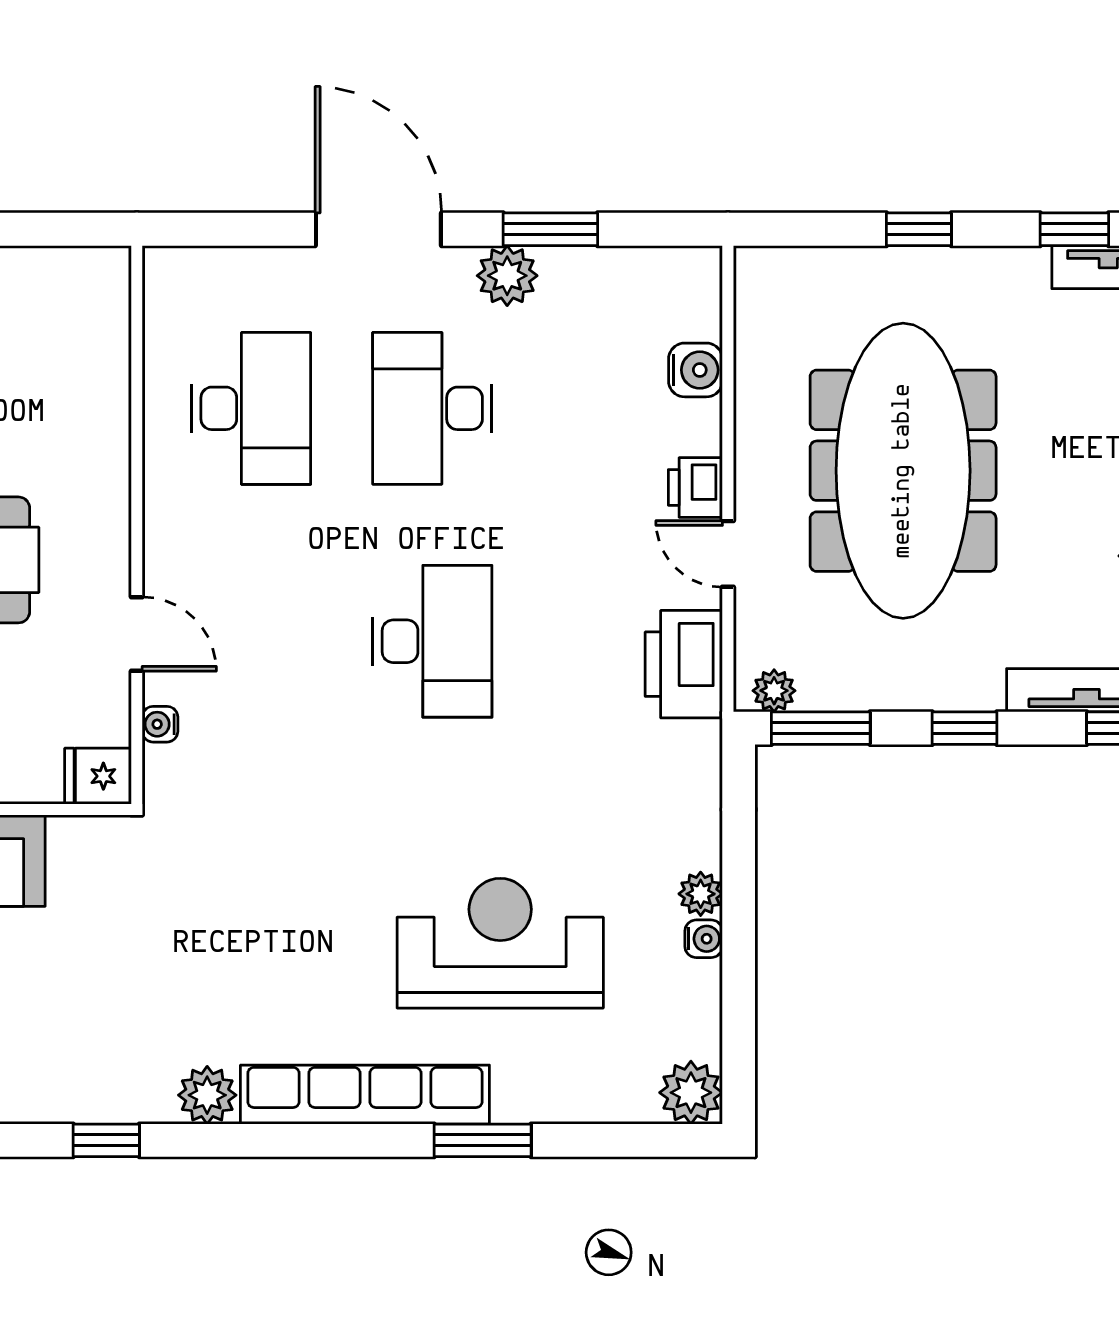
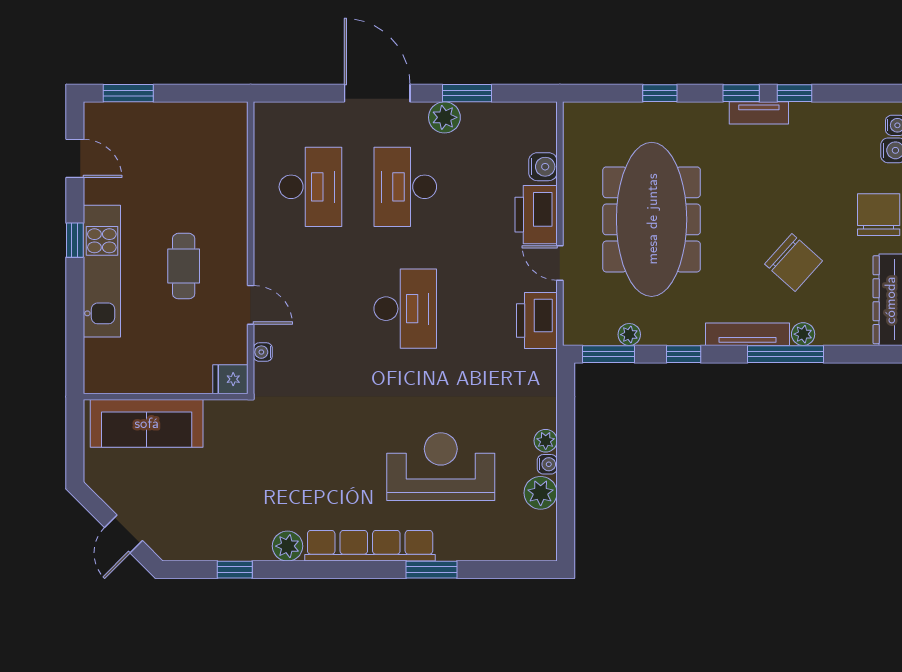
printer: (695, 487) -> (536, 215), width x1.87, depth x1.48
plant: (774, 691) -> (629, 335), moved
plant: (691, 1093) -> (541, 493), moved

